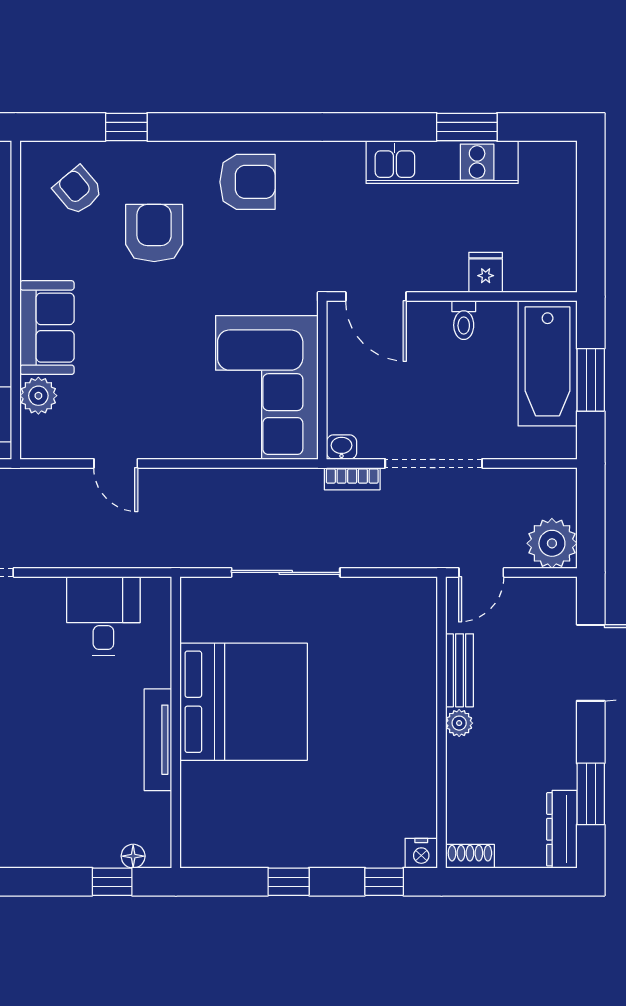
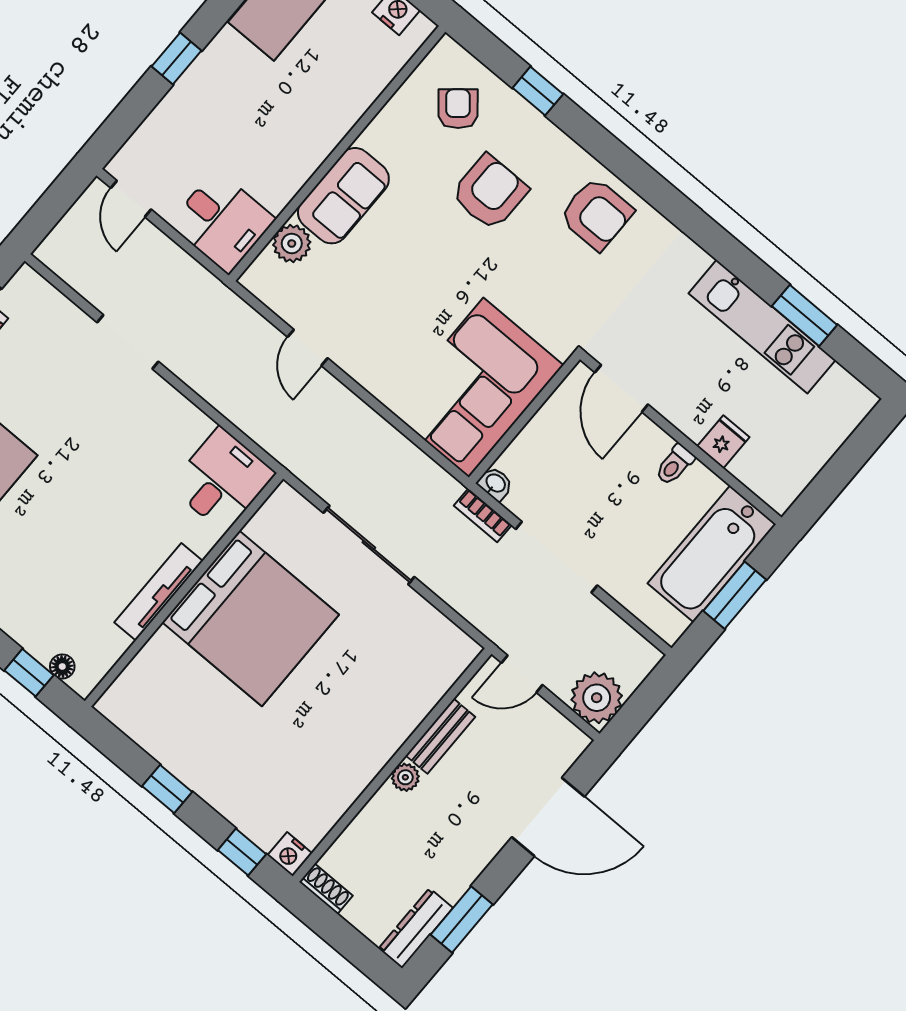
desk: (103, 616) -> (222, 480), moved

